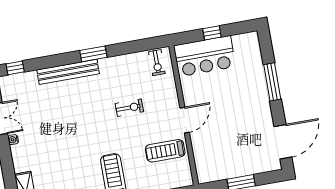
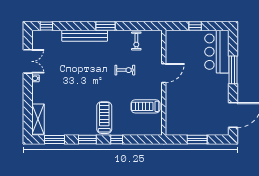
bar counter: (205, 56) -> (217, 52), moved, turned 90
exercise bike: (157, 63) -> (136, 41), moved
door: (185, 120) -> (164, 73), moved

